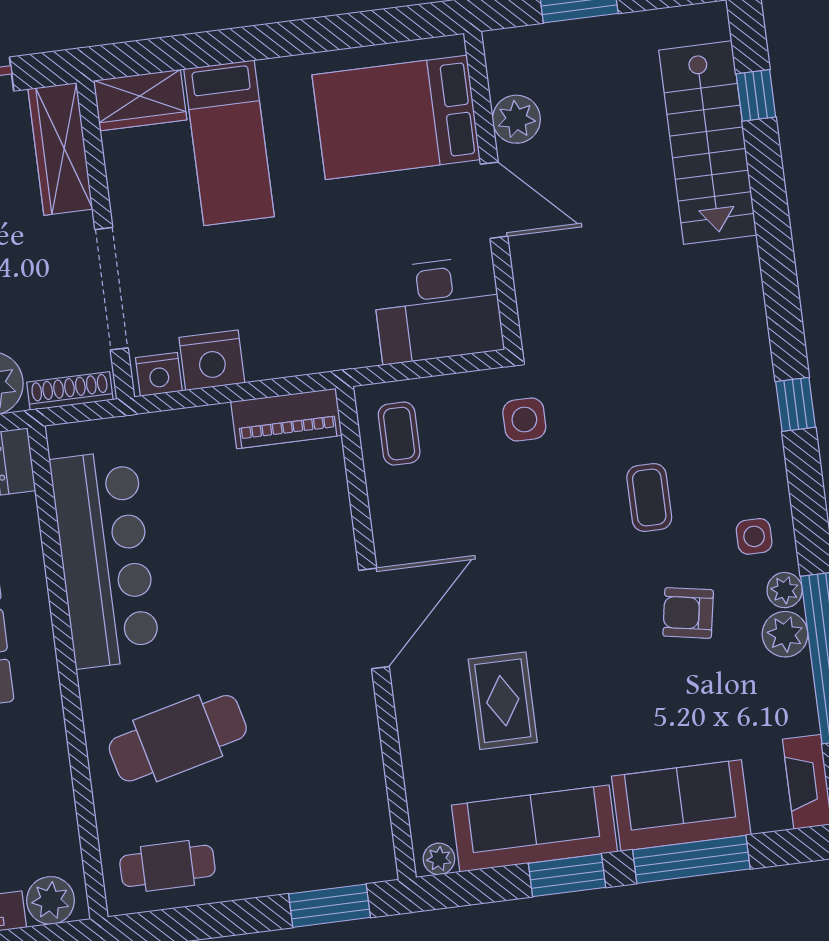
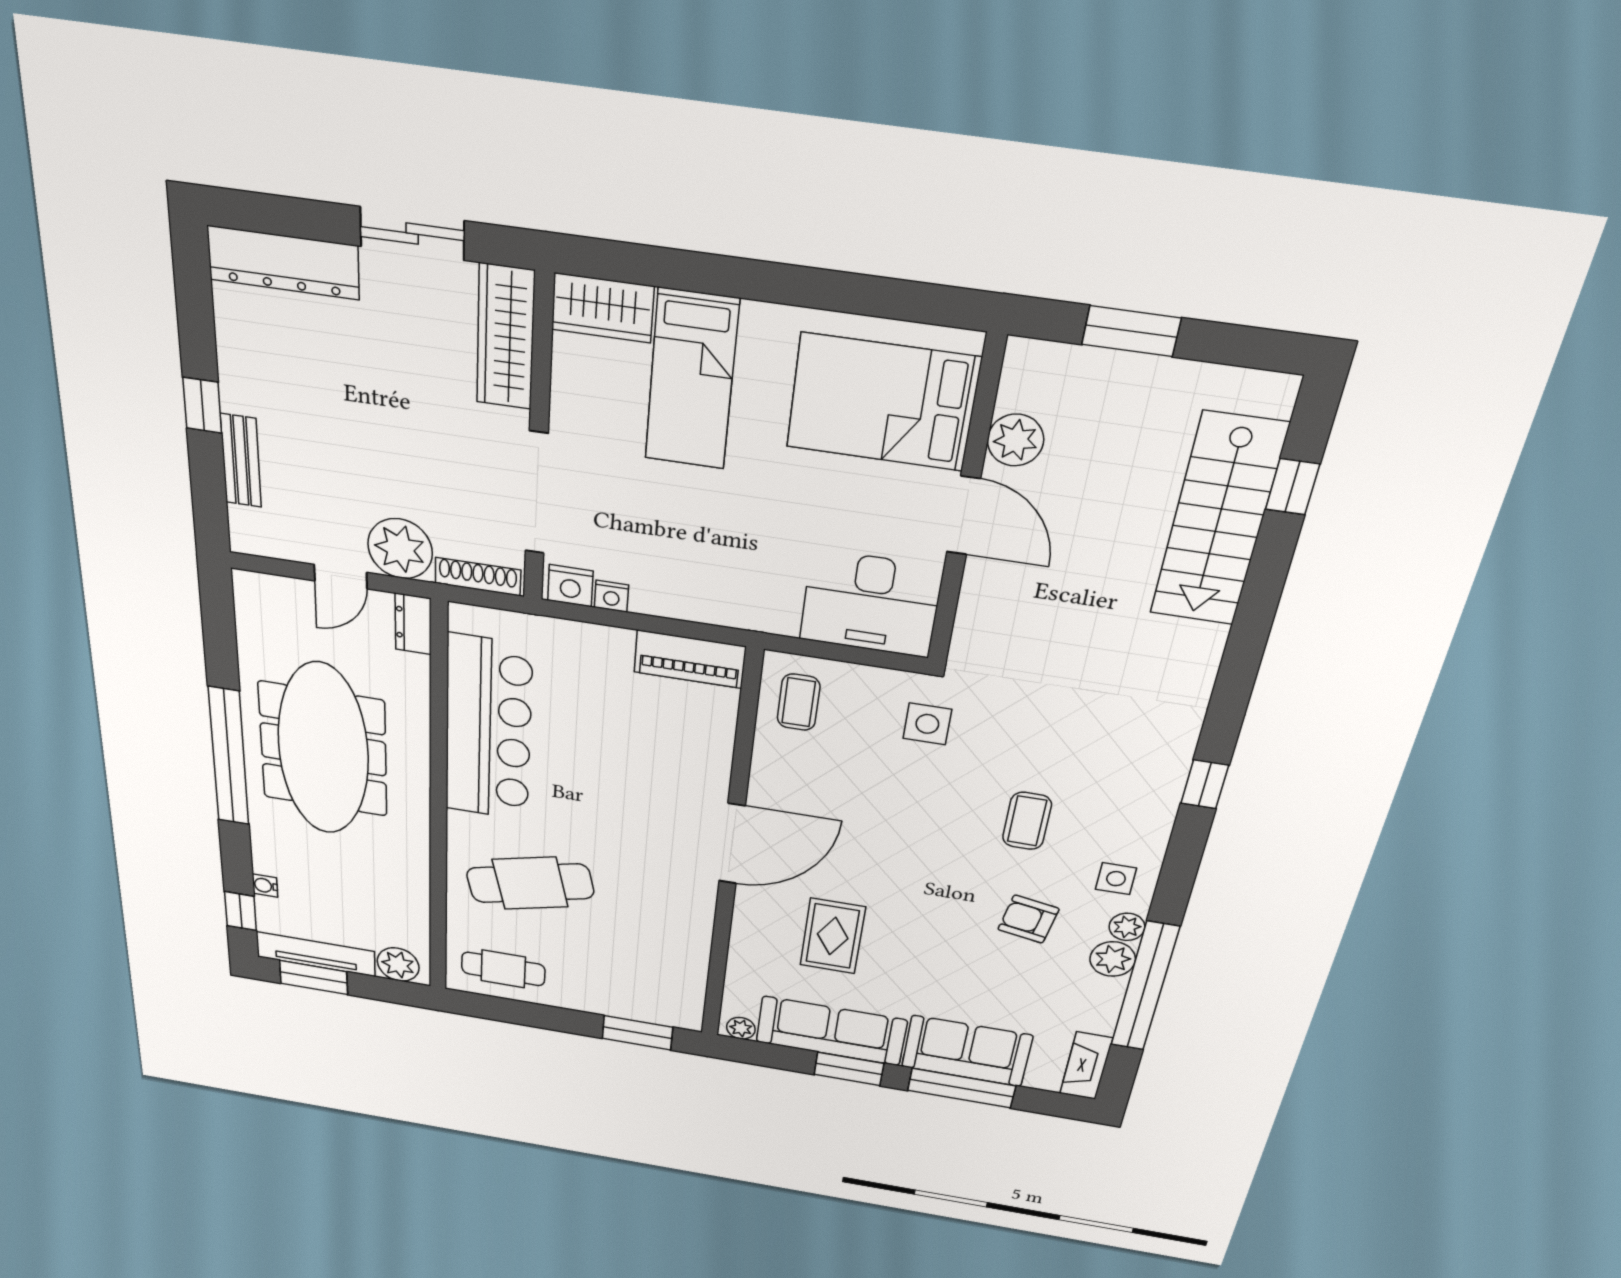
nightstand: (212, 360) -> (611, 596), width x0.53, depth x0.56

